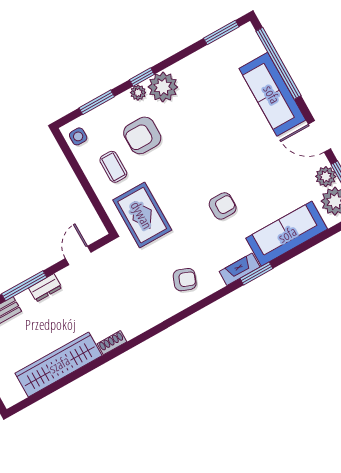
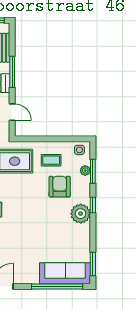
plant: (138, 93) -> (85, 171), moved
sofa: (272, 94) -> (65, 273), moved

